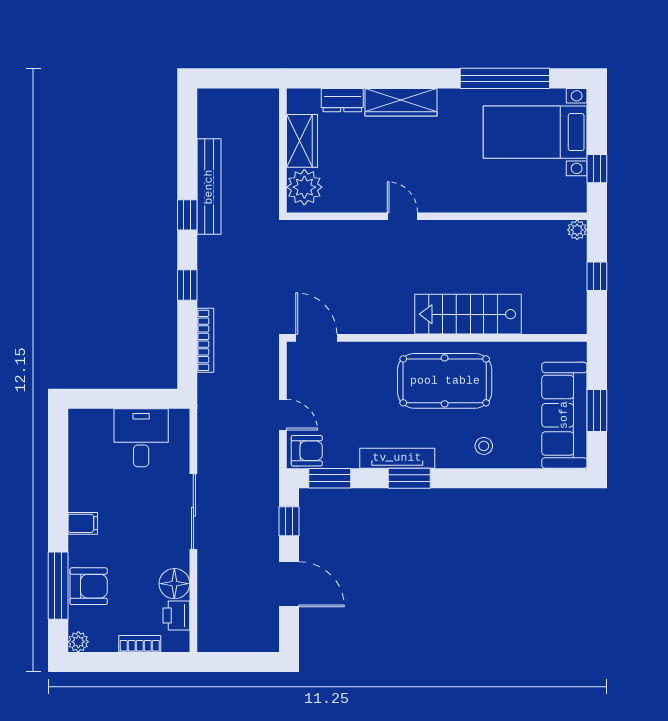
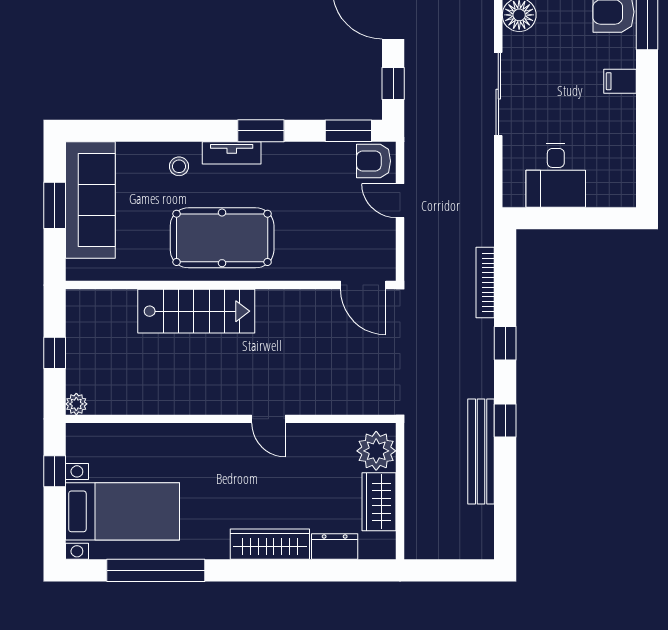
tv unit: (397, 458) -> (232, 153), moved, width x0.71

